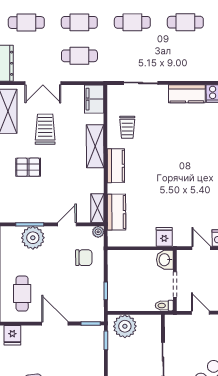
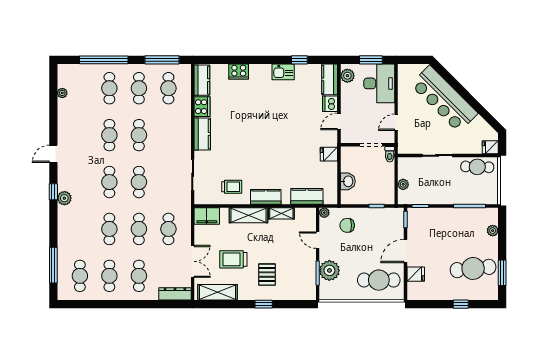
shelving: (97, 208) -> (281, 213), moved
chair: (84, 258) -> (347, 225), turned -90
washbasin: (165, 260) -> (348, 181), moved, turned -90
cafe table: (22, 294) -> (379, 280), width x1.37, depth x1.35
plant: (125, 326) -> (403, 184), width x0.53, depth x0.53
fridge: (12, 335) -> (416, 274), moved

